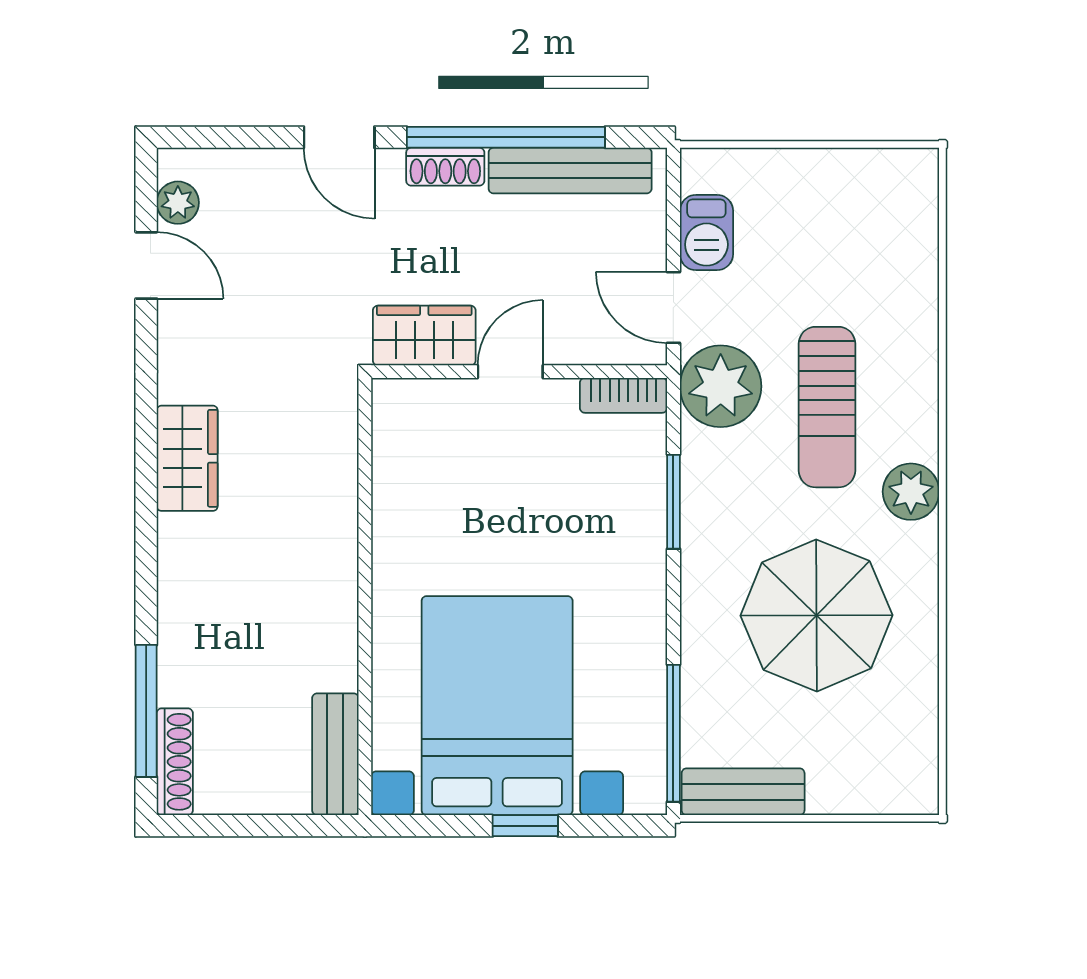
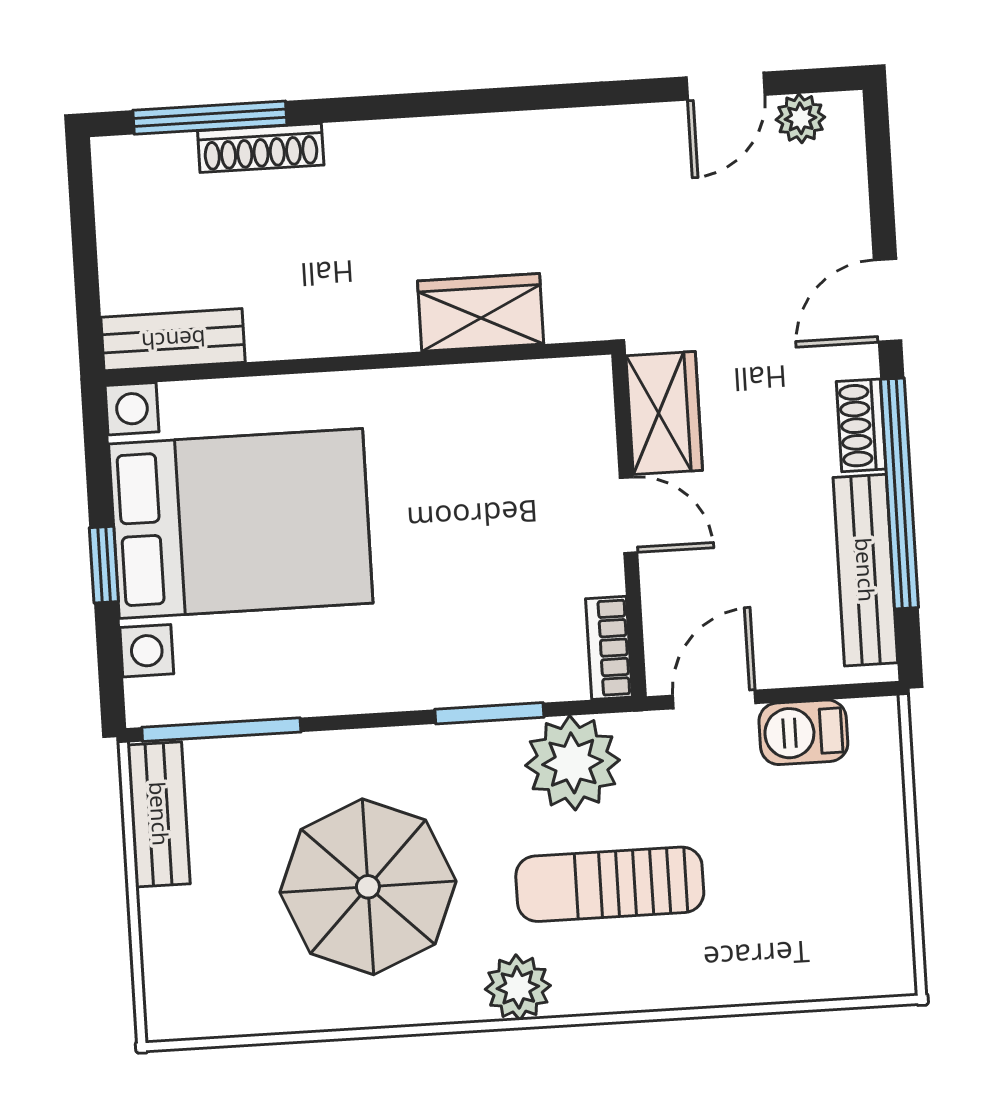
plant: (721, 386) -> (573, 763), moved
wardrobe: (187, 458) -> (481, 312), moved, turned 180
shoe rack: (175, 762) -> (261, 148), moved

